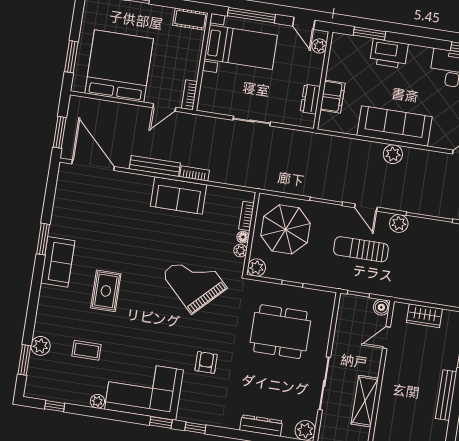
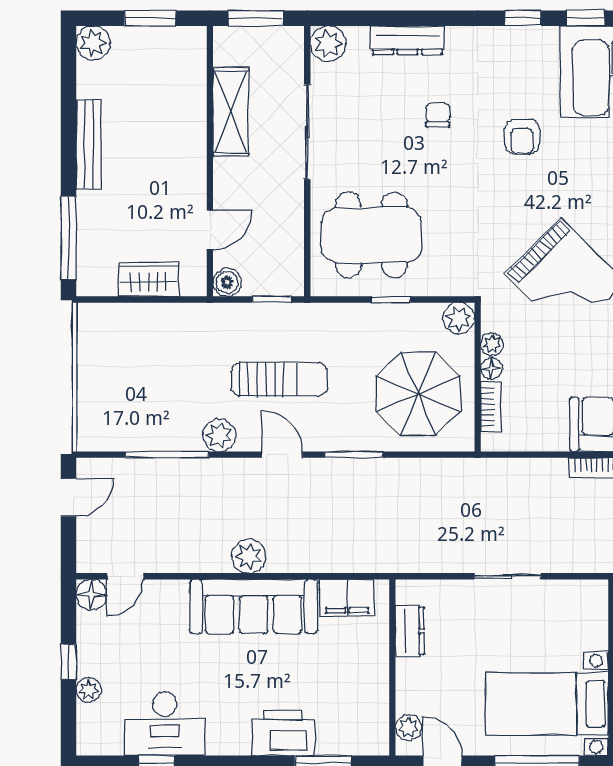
filing cabinet: (333, 97) -> (347, 598), moved, turned -90
dining table: (280, 332) -> (371, 235), moved
chair: (251, 382) -> (438, 115), added

